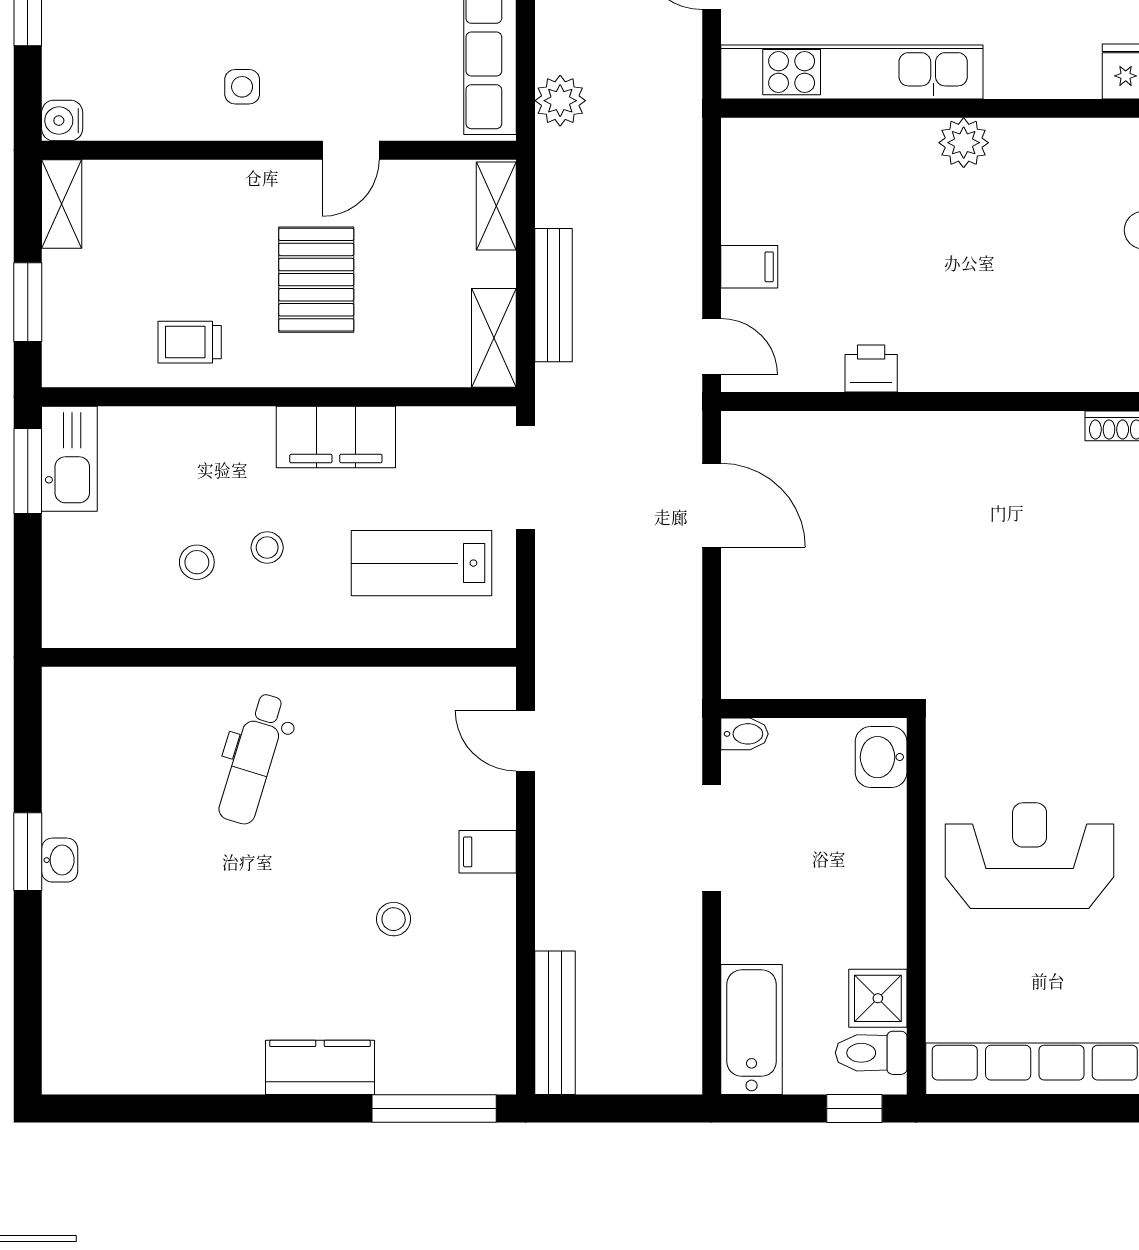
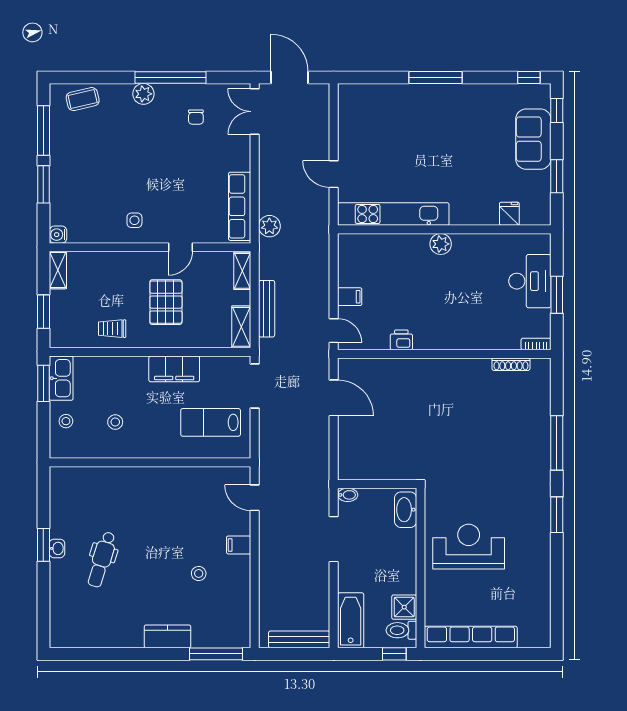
stool: (267, 548) -> (66, 421), moved
washbasin: (881, 757) -> (406, 510), width x1.38
dental chair: (253, 759) -> (102, 559), moved
bench: (555, 1023) -> (299, 639), moved, turned 90

